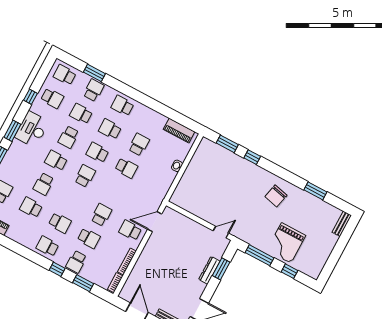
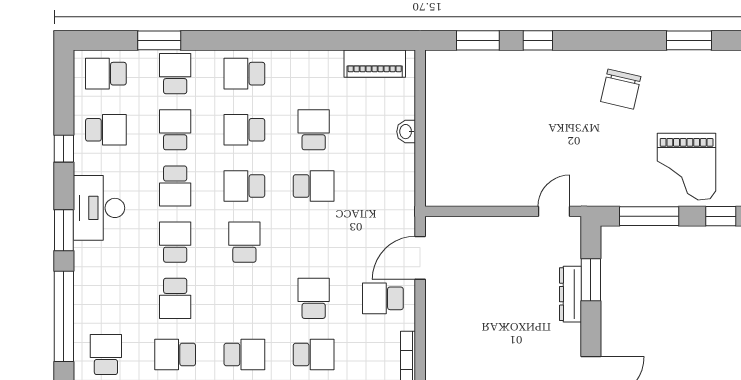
school desk: (81, 114) -> (175, 130), turned 90
school desk: (56, 161) -> (175, 242), turned 90

